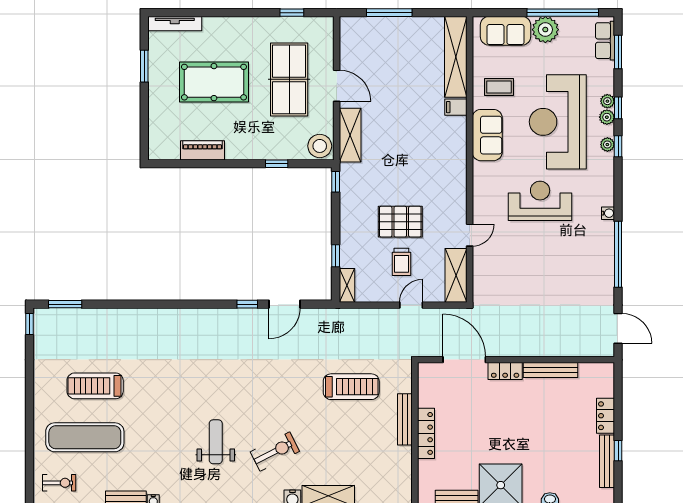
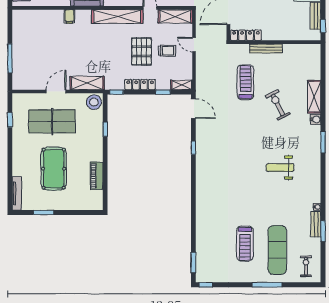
shelving: (456, 57) -> (117, 16), moved
locker: (348, 219) -> (140, 85), added
door: (285, 304) -> (193, 109), moved
window: (30, 421) -> (267, 285), added
locker: (426, 433) -> (246, 35), moved
exercise bike: (275, 452) -> (278, 105), moved

